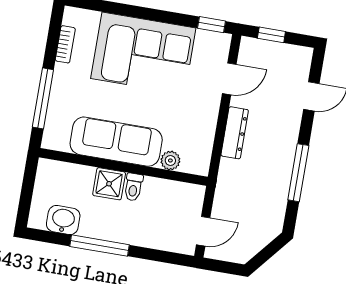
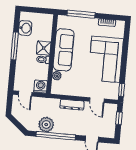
window: (298, 173) -> (56, 136), width x1.46
plant: (273, 191) -> (46, 125), added
washing machine: (191, 197) -> (41, 87), added

